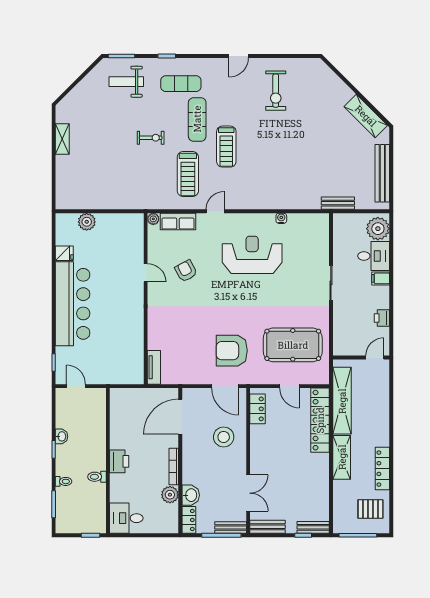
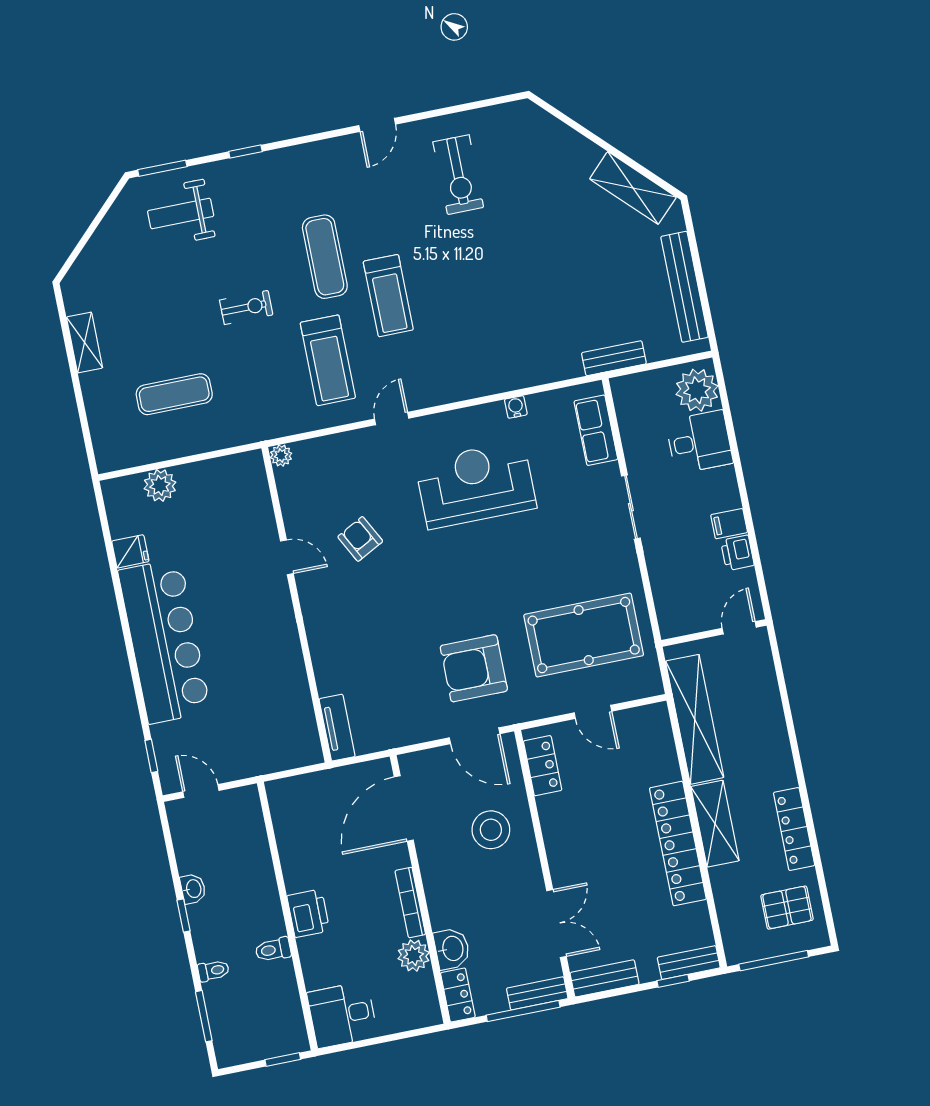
exercise mat: (181, 84) -> (174, 394), moved
row of seats: (178, 221) -> (596, 430), moved, turned 90
filing cabinet: (381, 278) -> (729, 524), moved
locker: (320, 420) -> (678, 844), moved

